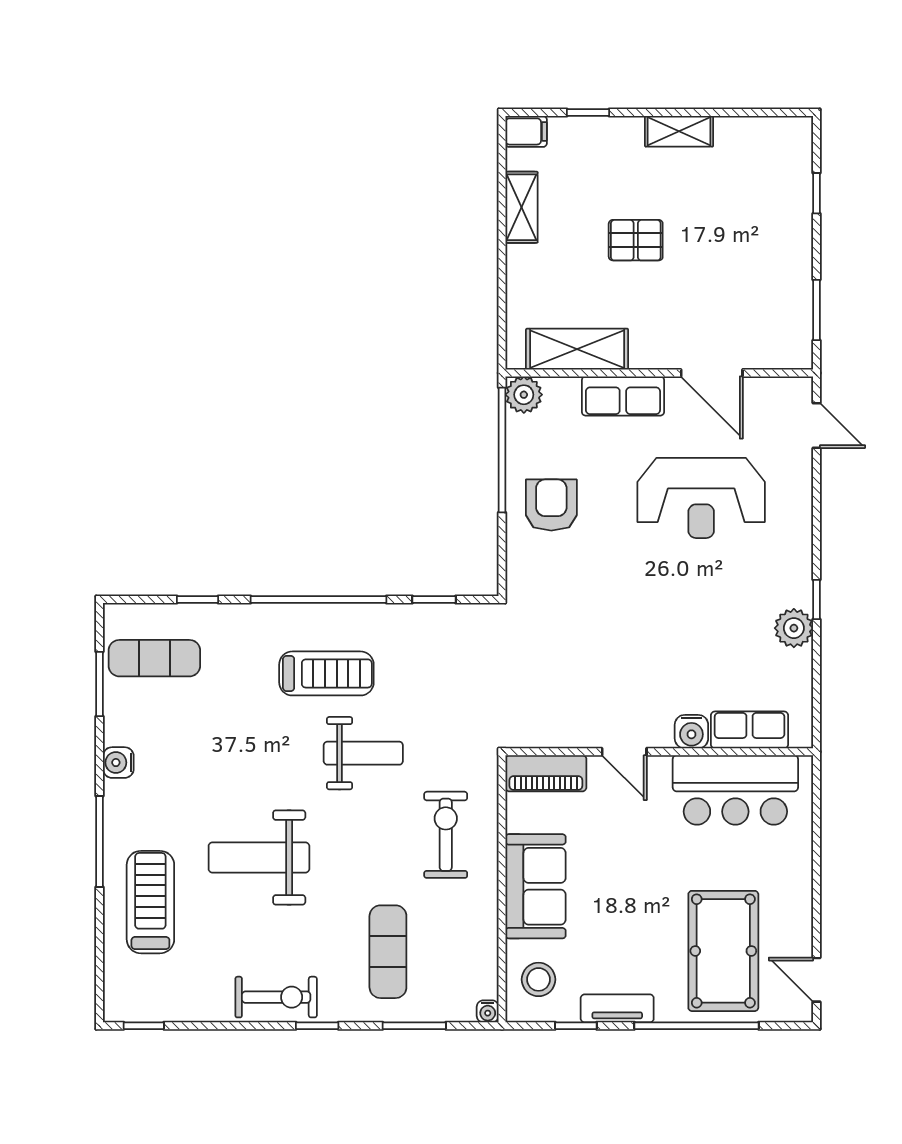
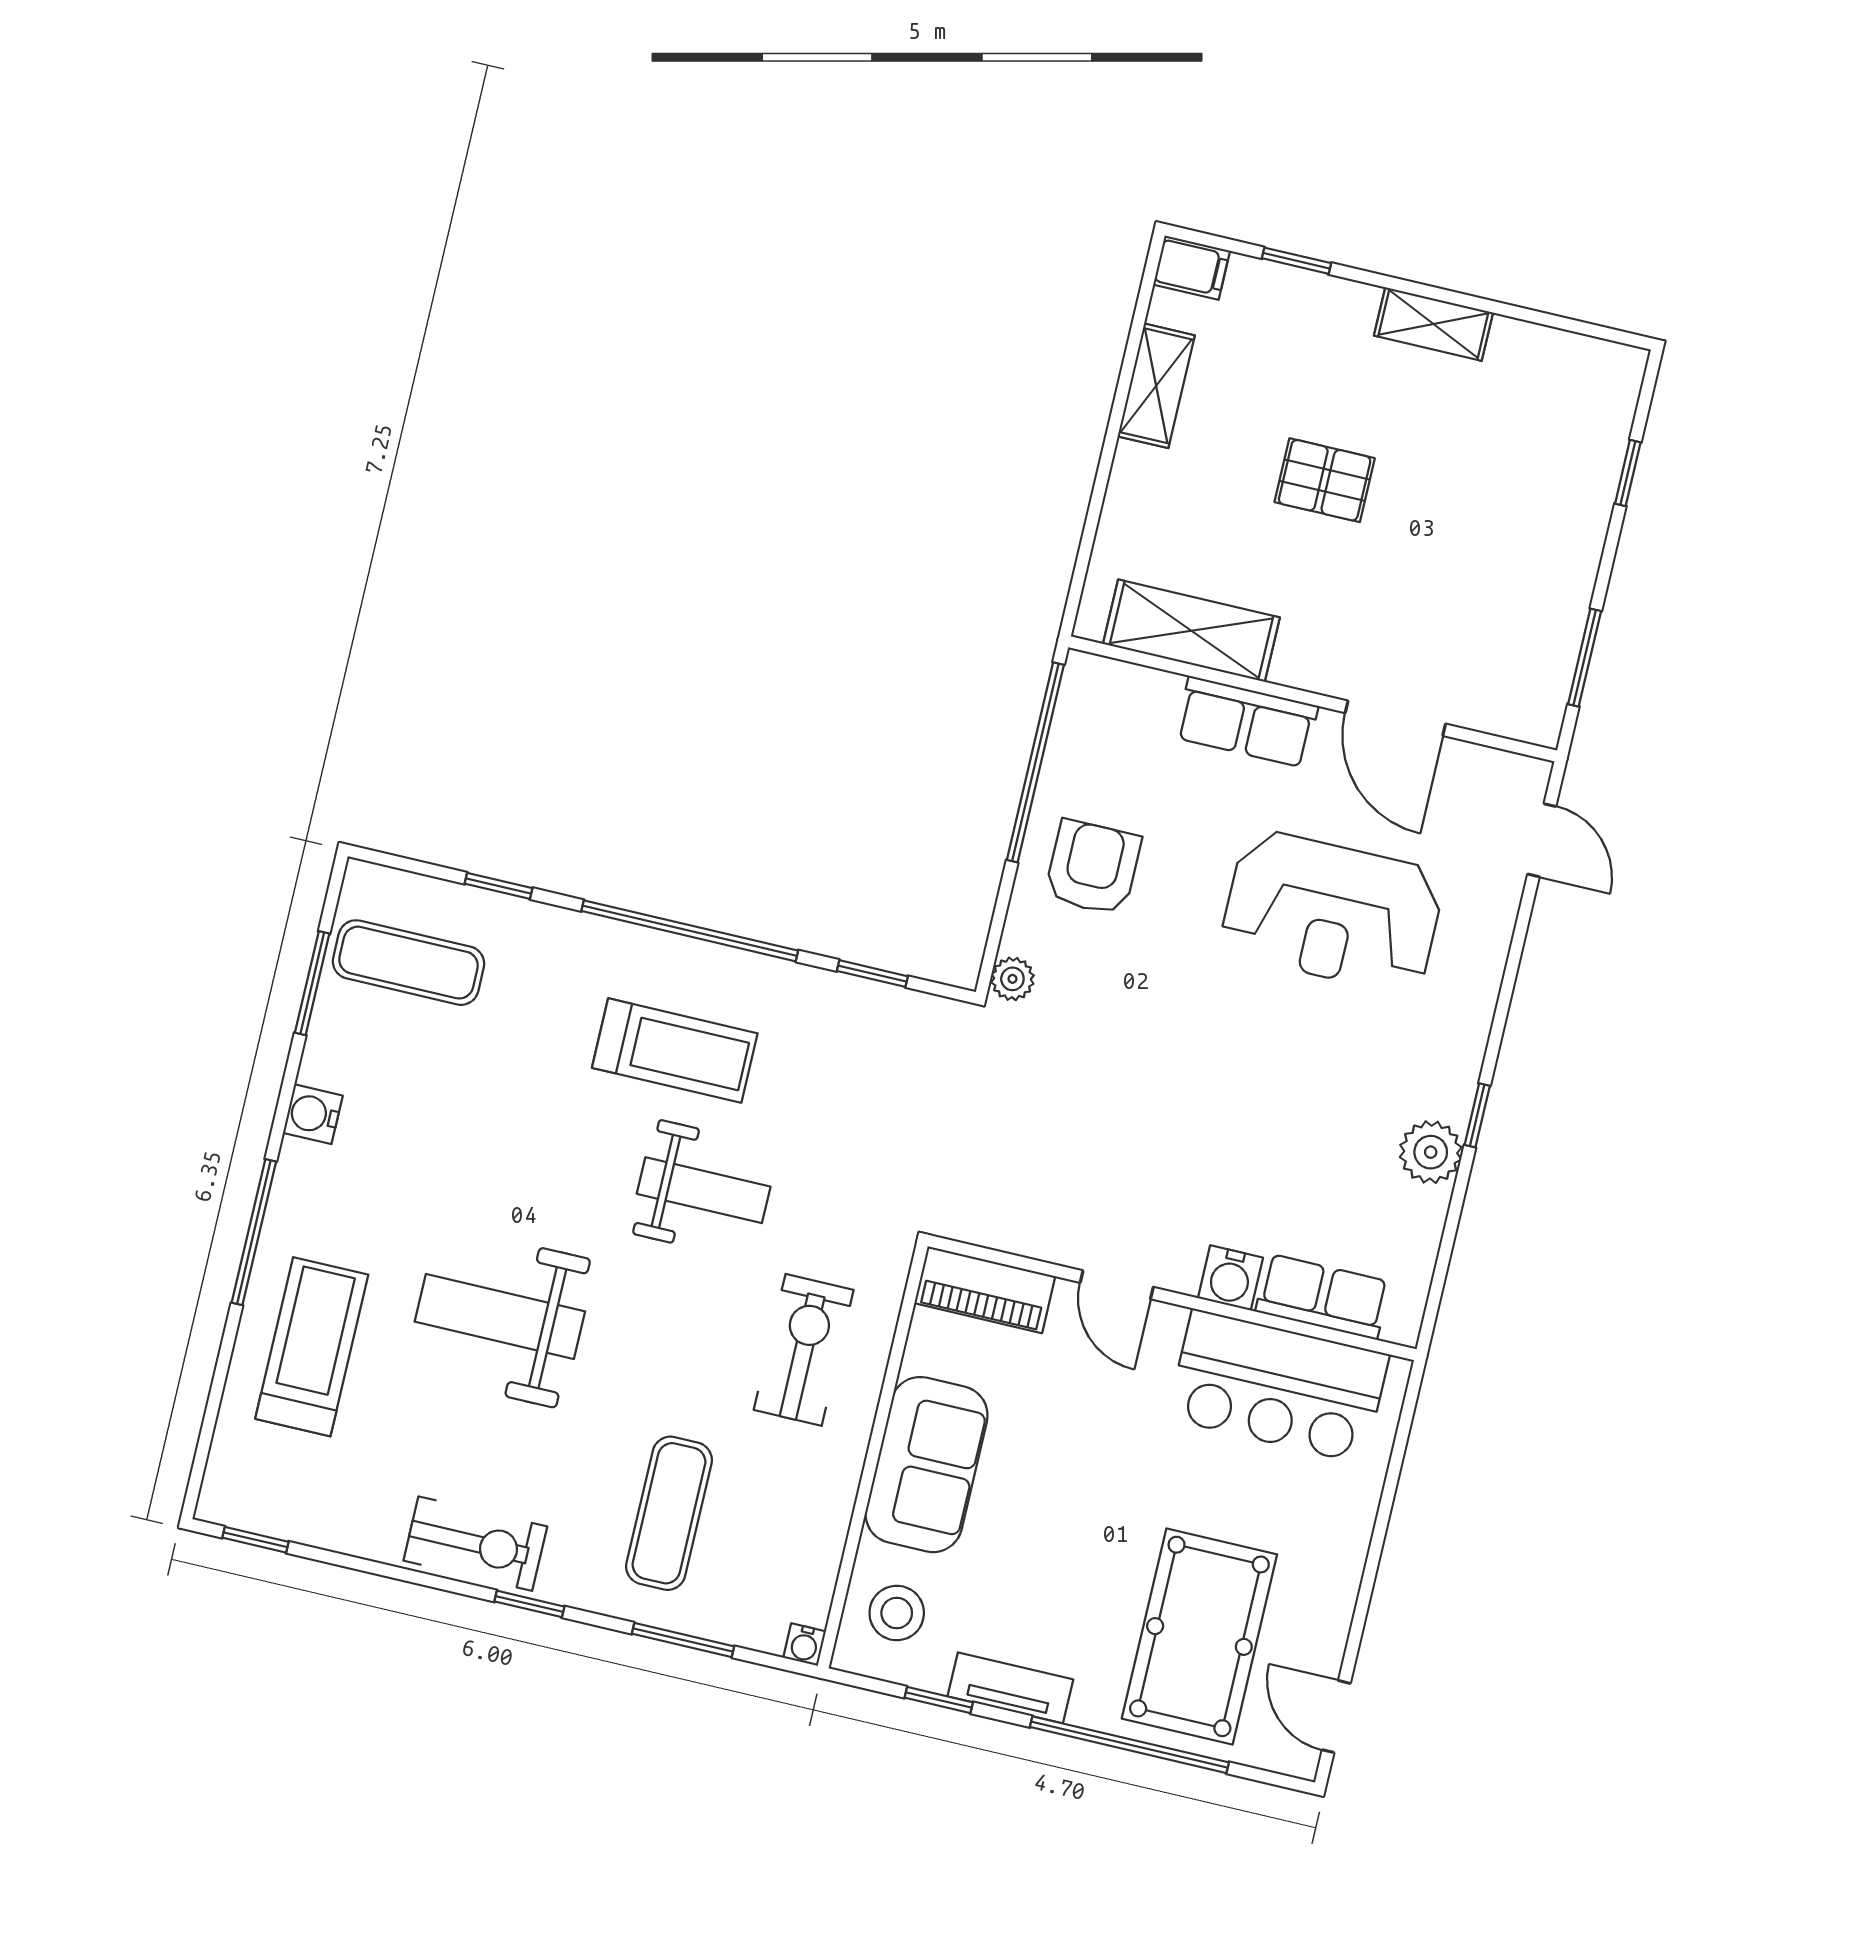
plant: (524, 395) -> (1012, 979), moved, width x0.73, depth x0.73

